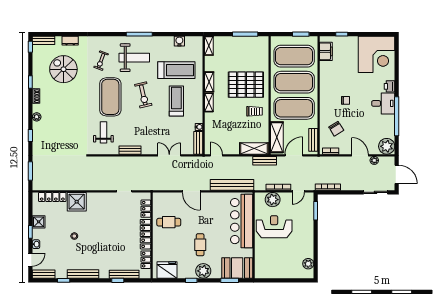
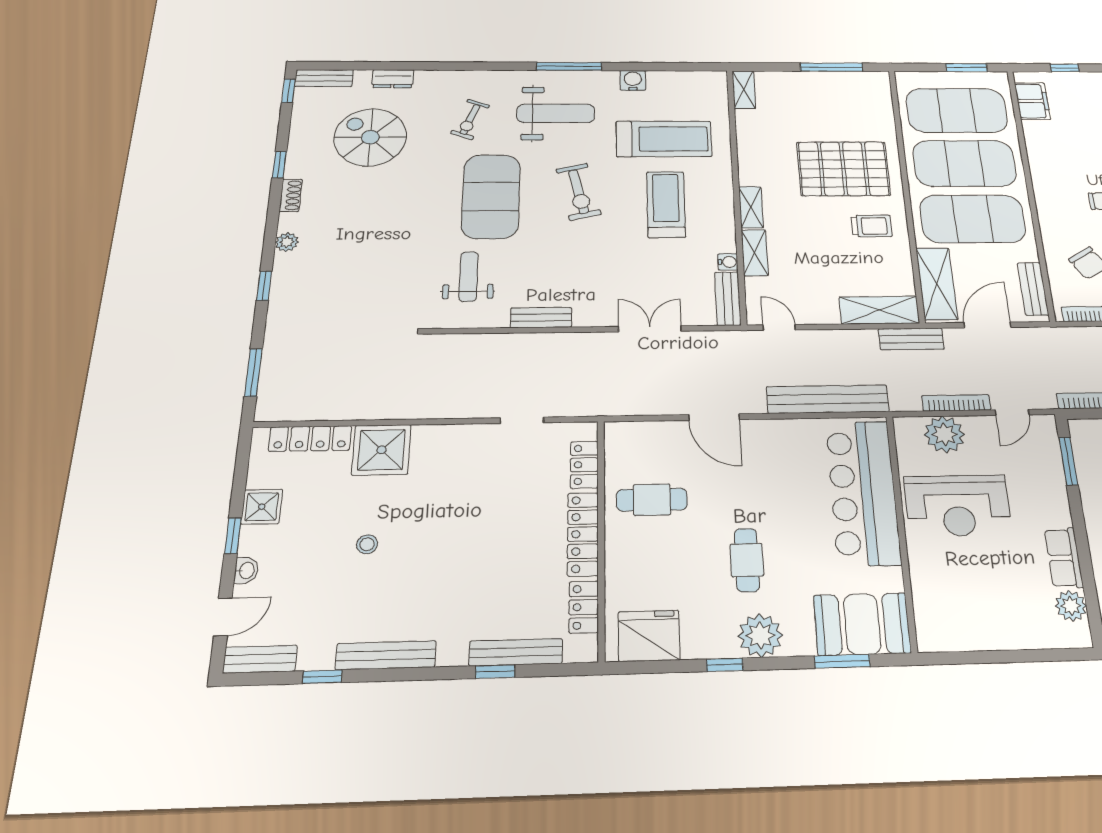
water cooler: (179, 41) -> (633, 80), moved
shelving: (209, 82) -> (755, 253), moved
reception desk: (274, 227) -> (958, 506), turned 180
row of seats: (308, 247) -> (1064, 558), added

